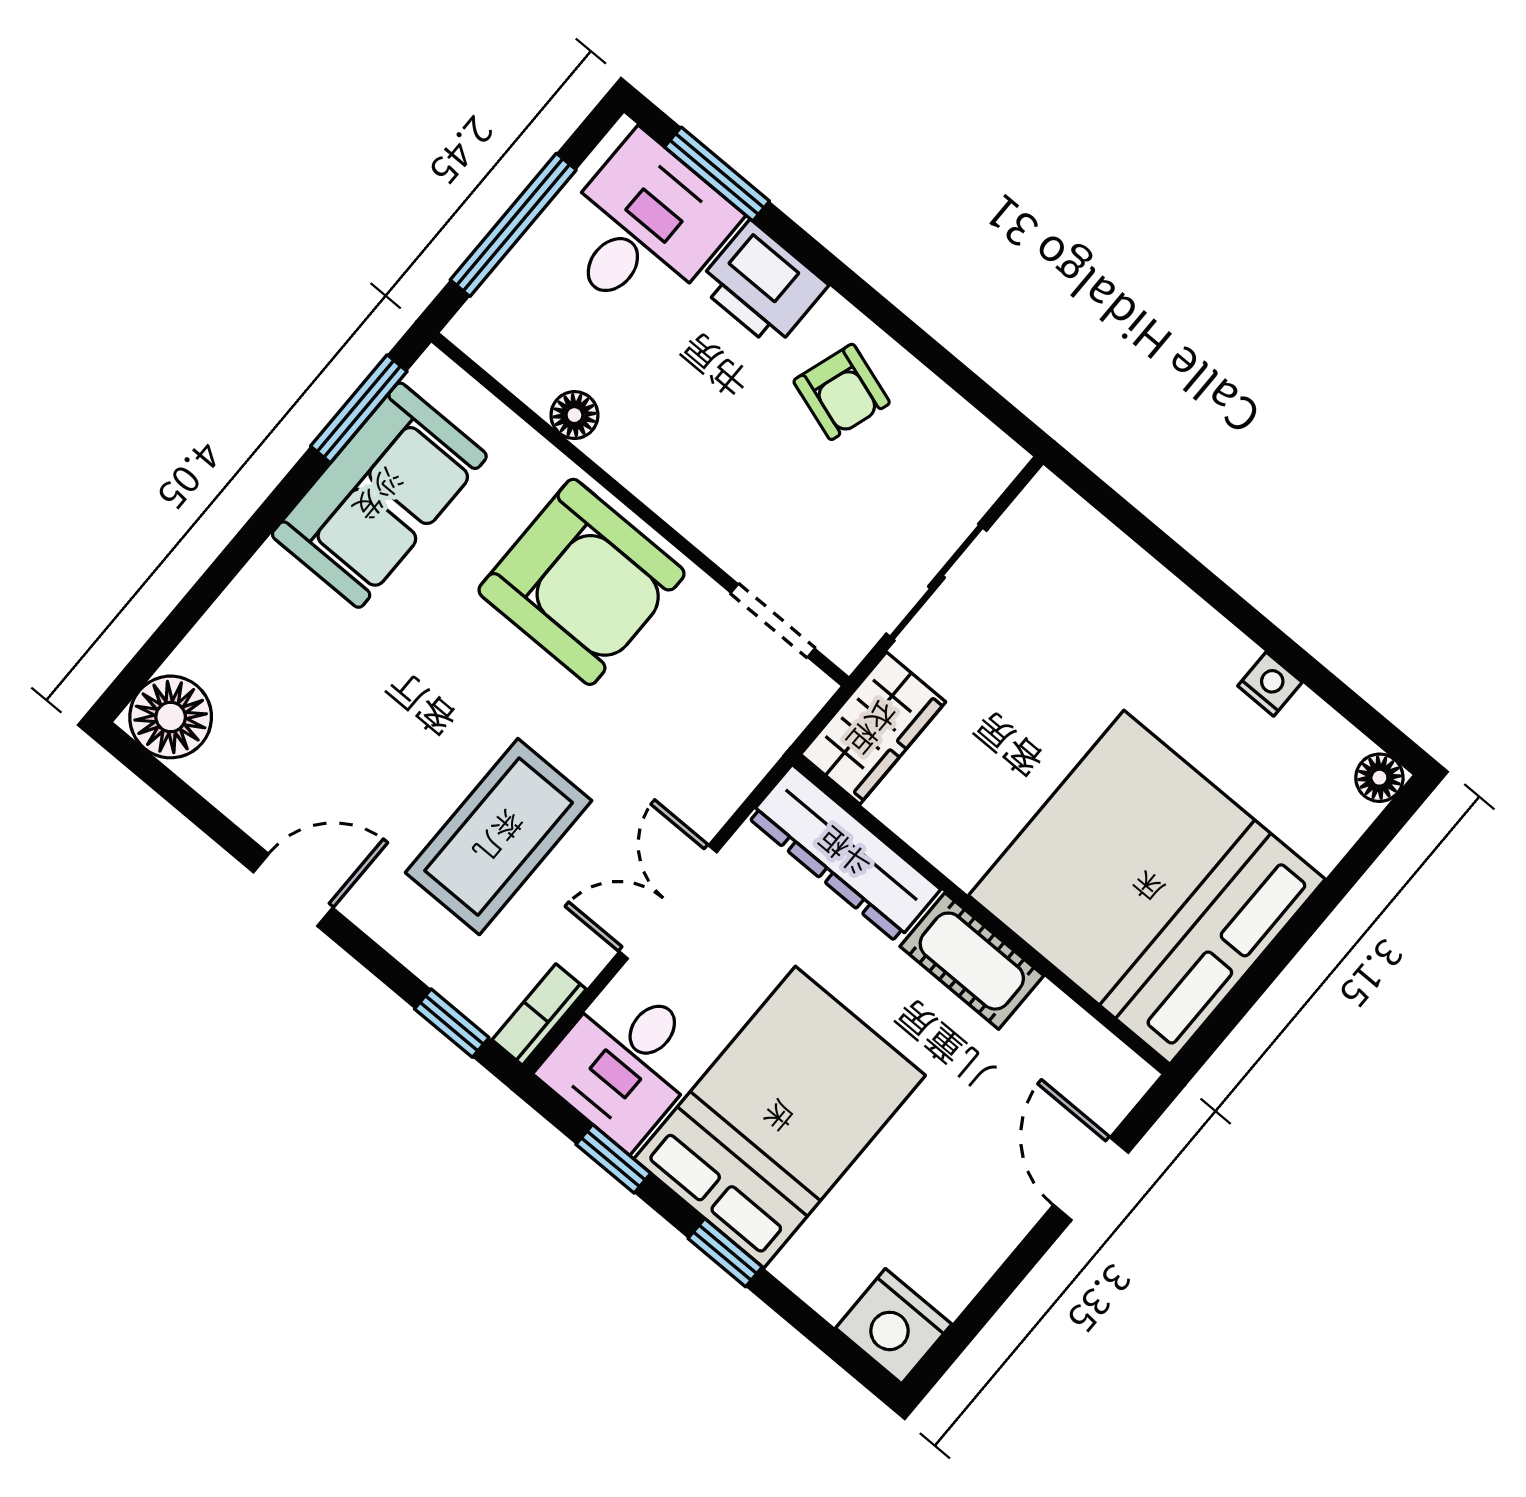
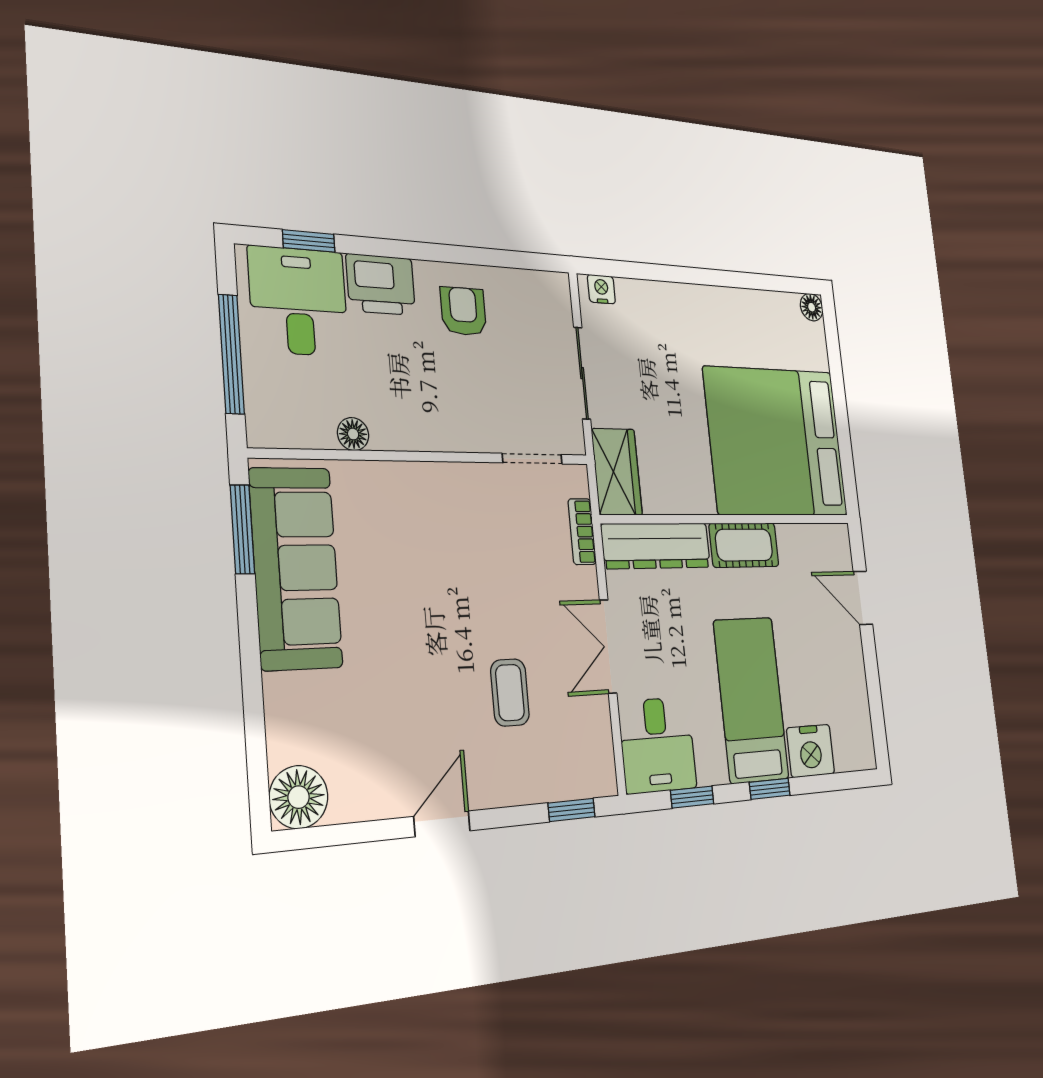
window: (717, 174) -> (309, 241), width x0.67
armchair: (842, 392) -> (463, 311), turned -108
sofa: (379, 495) -> (296, 568), width x1.36
armchair: (582, 582) -> (433, 521), removed
nightstand: (1270, 684) -> (601, 289), moved
coffee table: (499, 837) -> (510, 693), width x0.54, depth x0.58
bookcase: (539, 1015) -> (582, 532), moved
bed: (780, 1117) -> (751, 700), width x0.67
nightstand: (894, 1326) -> (811, 751), moved

